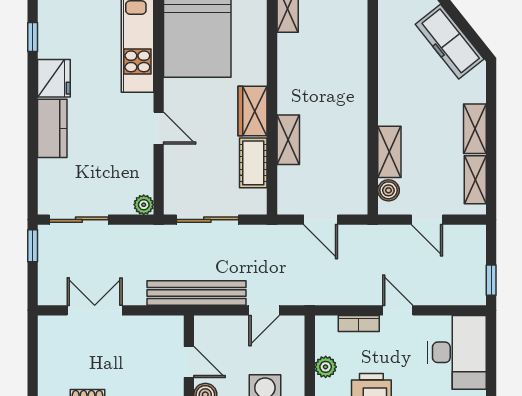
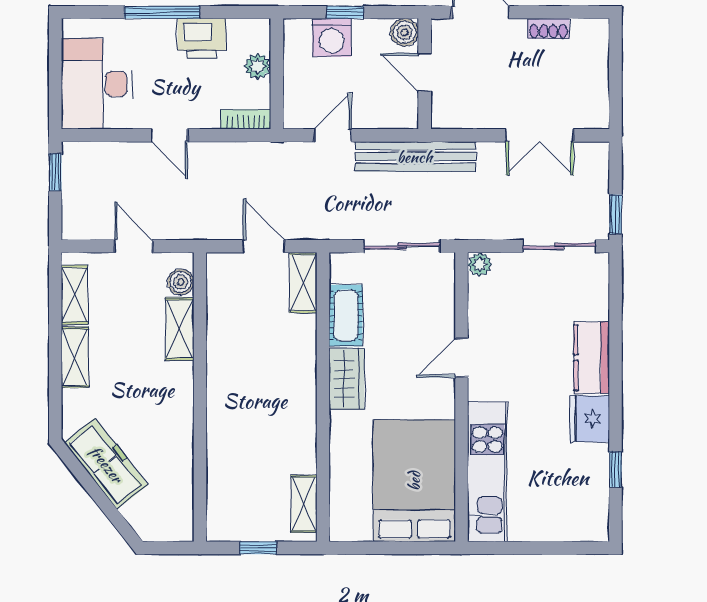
door: (159, 128) -> (462, 358), hinge flipped
shelving: (288, 140) -> (303, 283), moved
bookcase: (359, 323) -> (246, 119), moved

